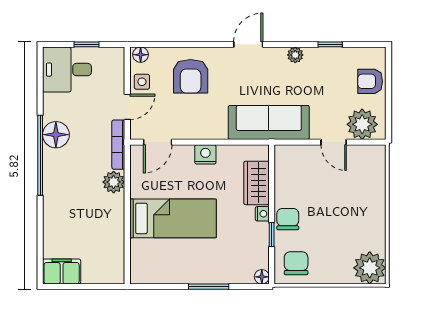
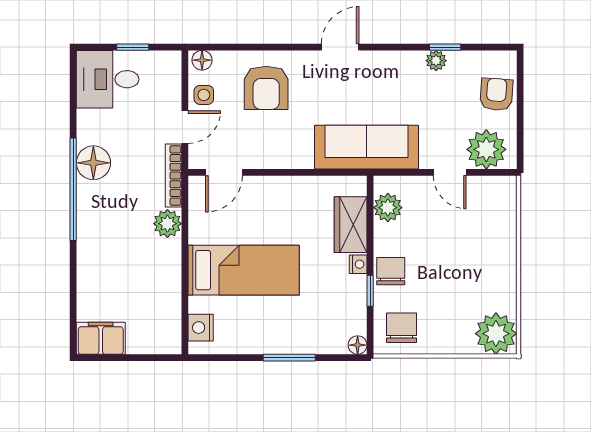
plant: (295, 55) -> (436, 61), moved
armchair: (370, 81) -> (496, 94), turned 94
nightstand: (205, 154) -> (201, 328), moved, turned -90
plant: (285, 170) -> (388, 208), added

